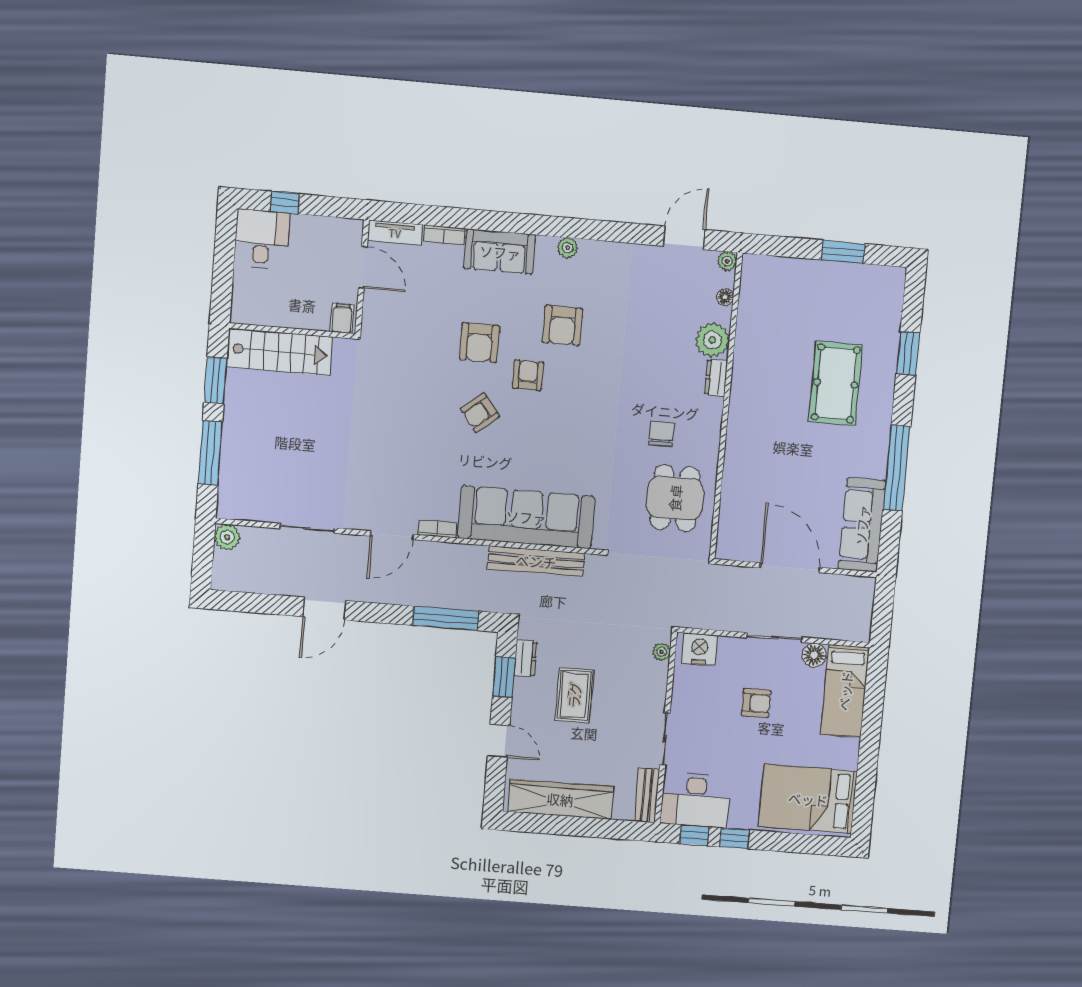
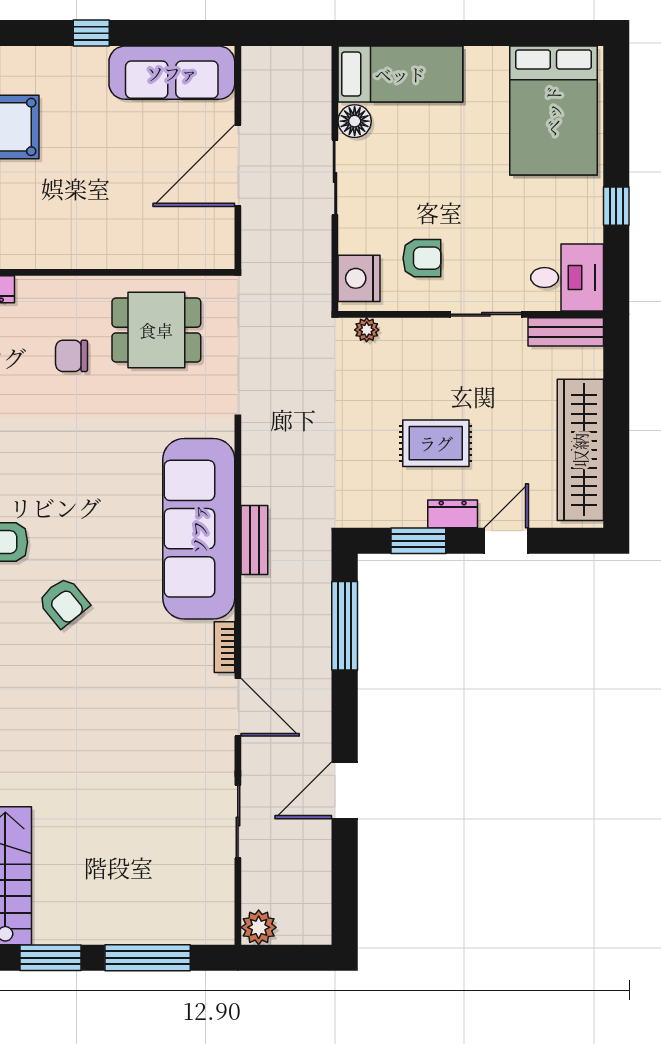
window: (897, 468) -> (91, 33), width x0.32
bench: (536, 561) -> (254, 540), width x0.54, depth x0.82
door: (324, 609) -> (345, 790), swing flipped
dresser: (525, 658) -> (453, 514), moved
armchair: (756, 703) -> (422, 258), moved, turned 90
desk: (695, 800) -> (567, 278), width x0.73
window: (694, 835) -> (616, 262), removed

